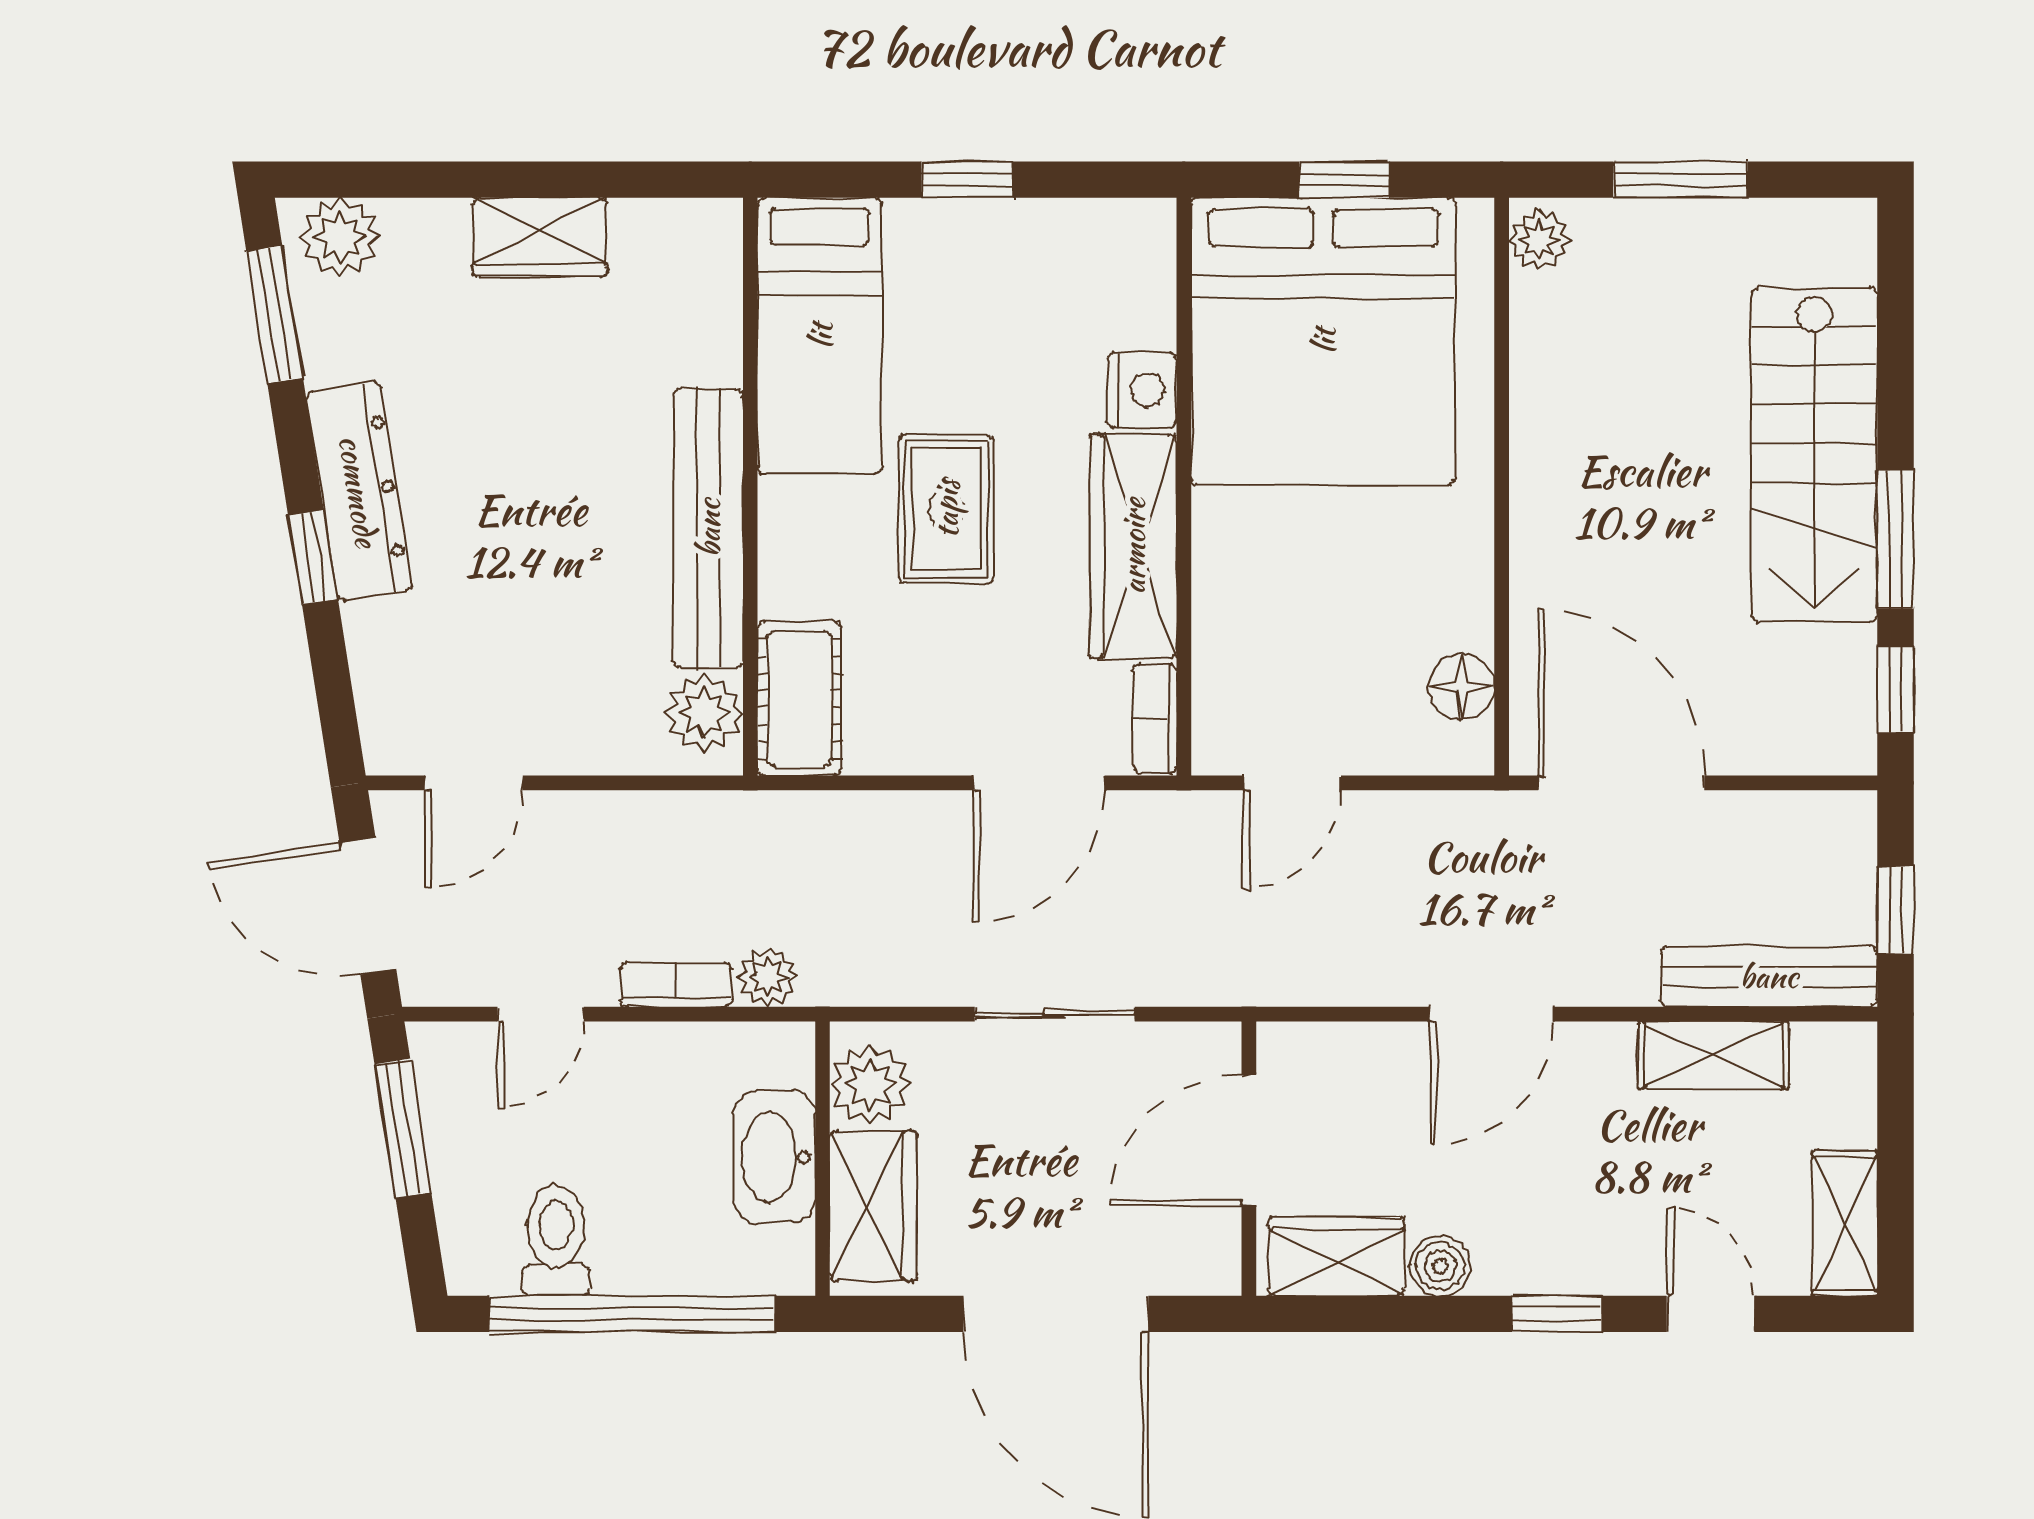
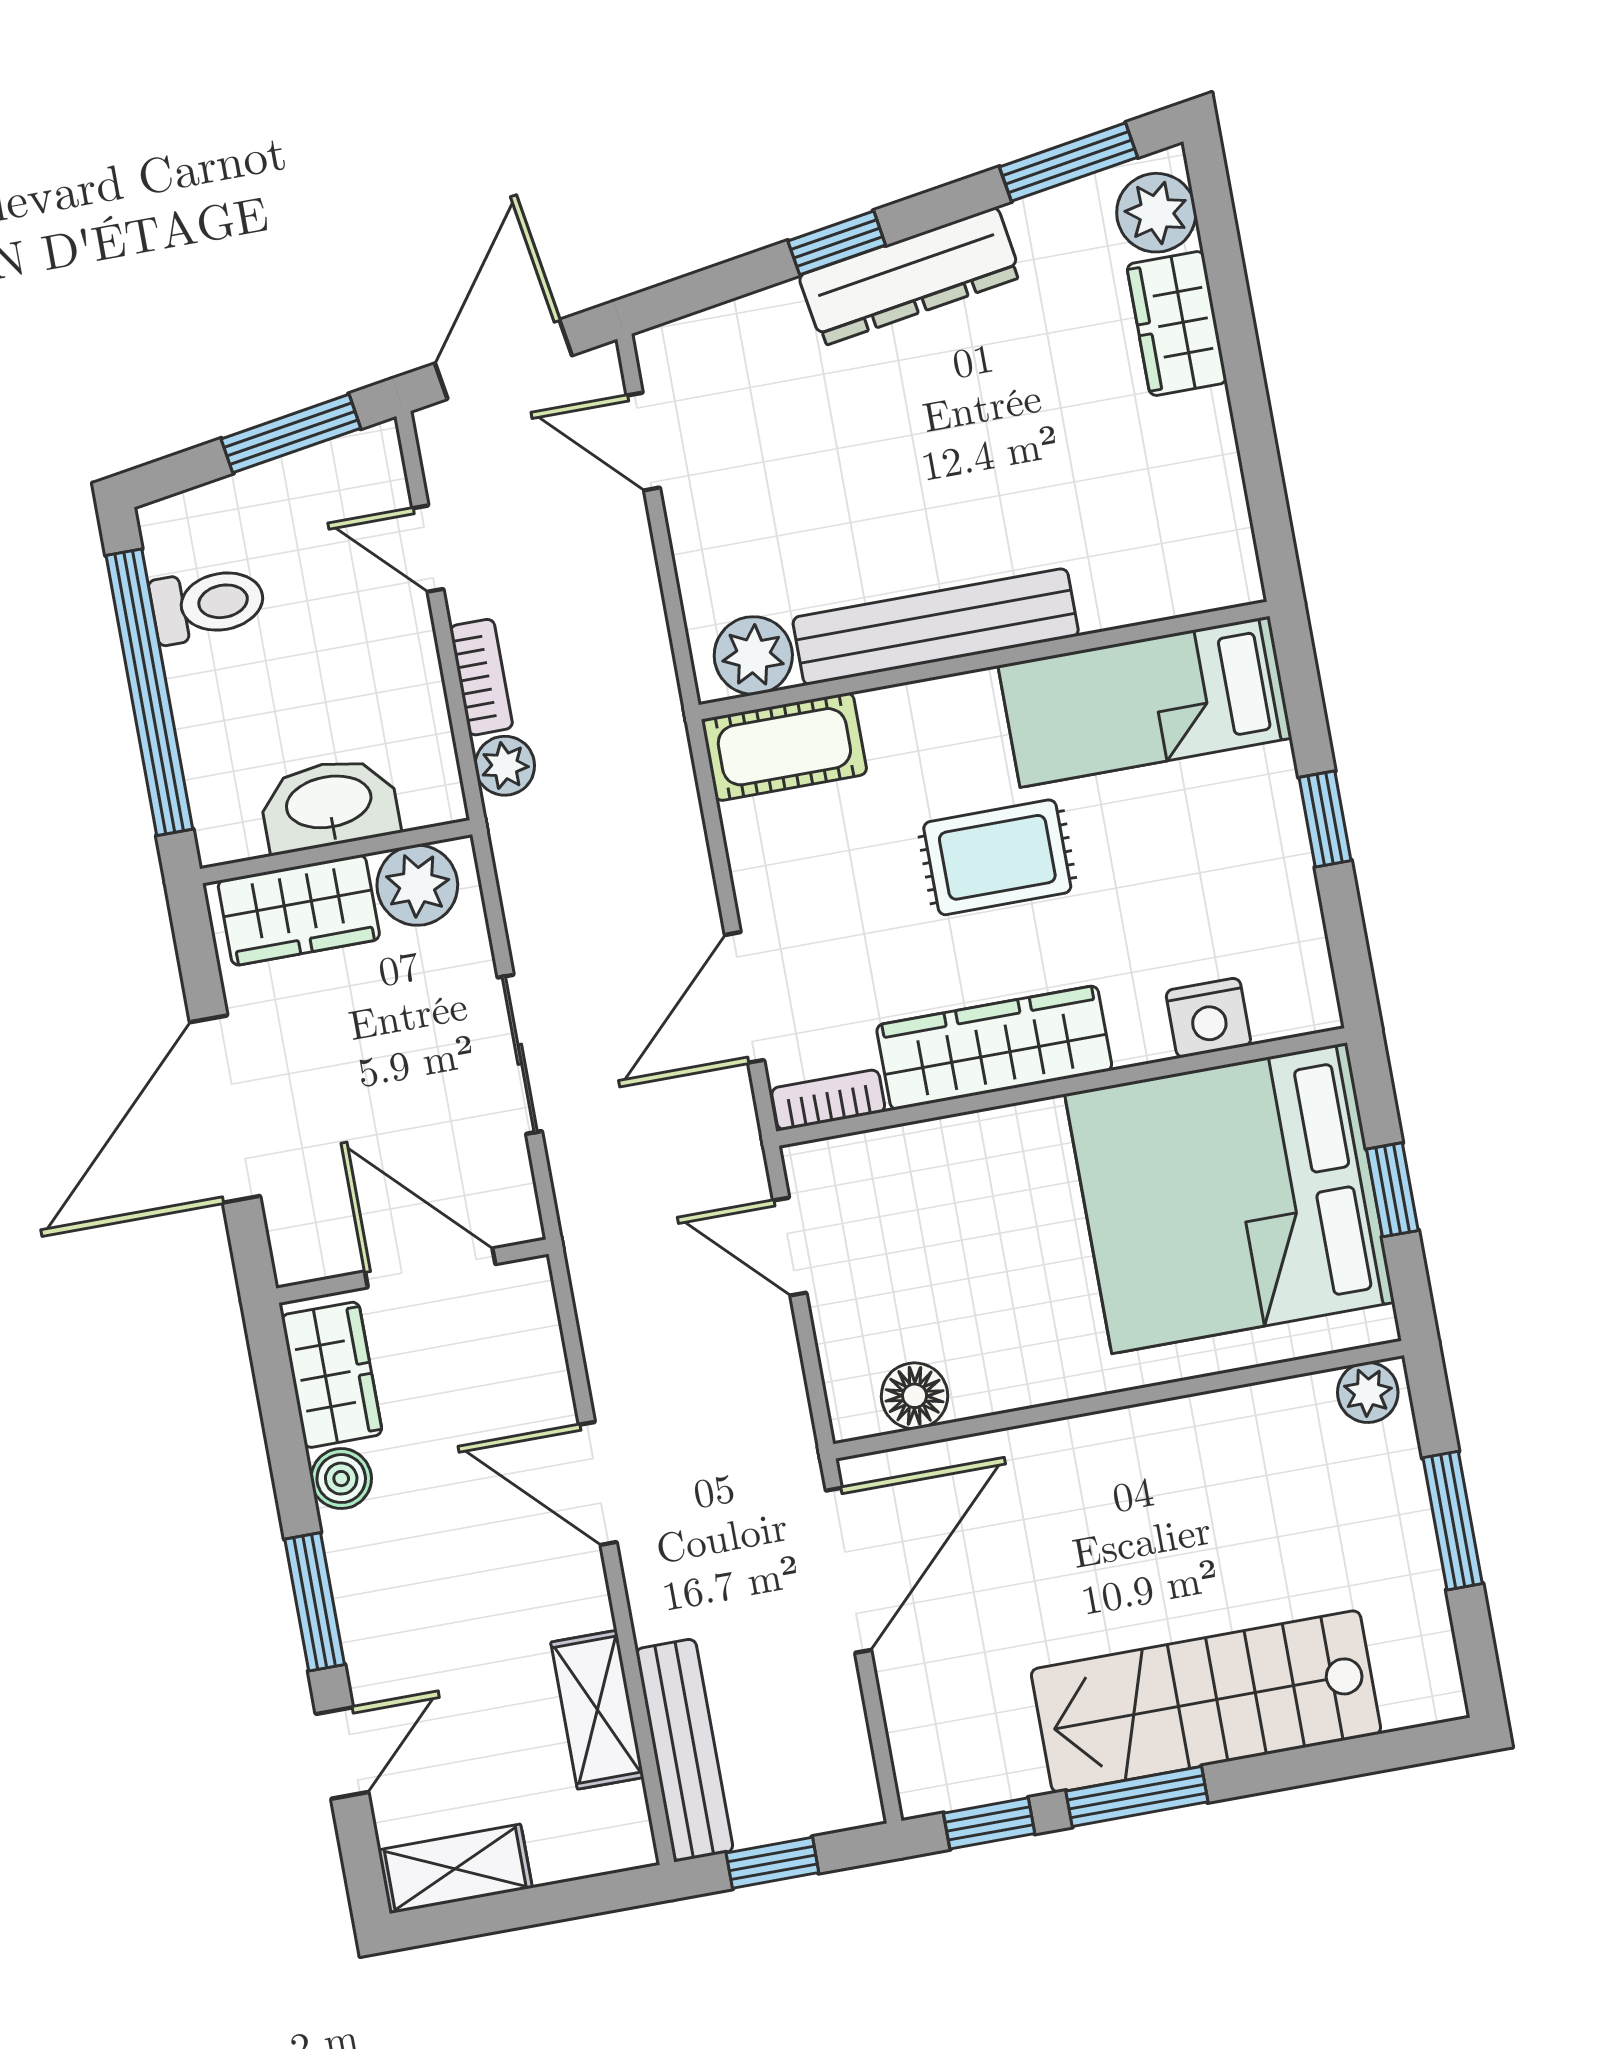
wardrobe: (540, 237) -> (1177, 323), moved
nightstand: (1142, 390) -> (1208, 1018), moved
door: (1039, 783) -> (744, 997), hinge flipped
window: (1557, 1314) -> (315, 1602), width x1.50

